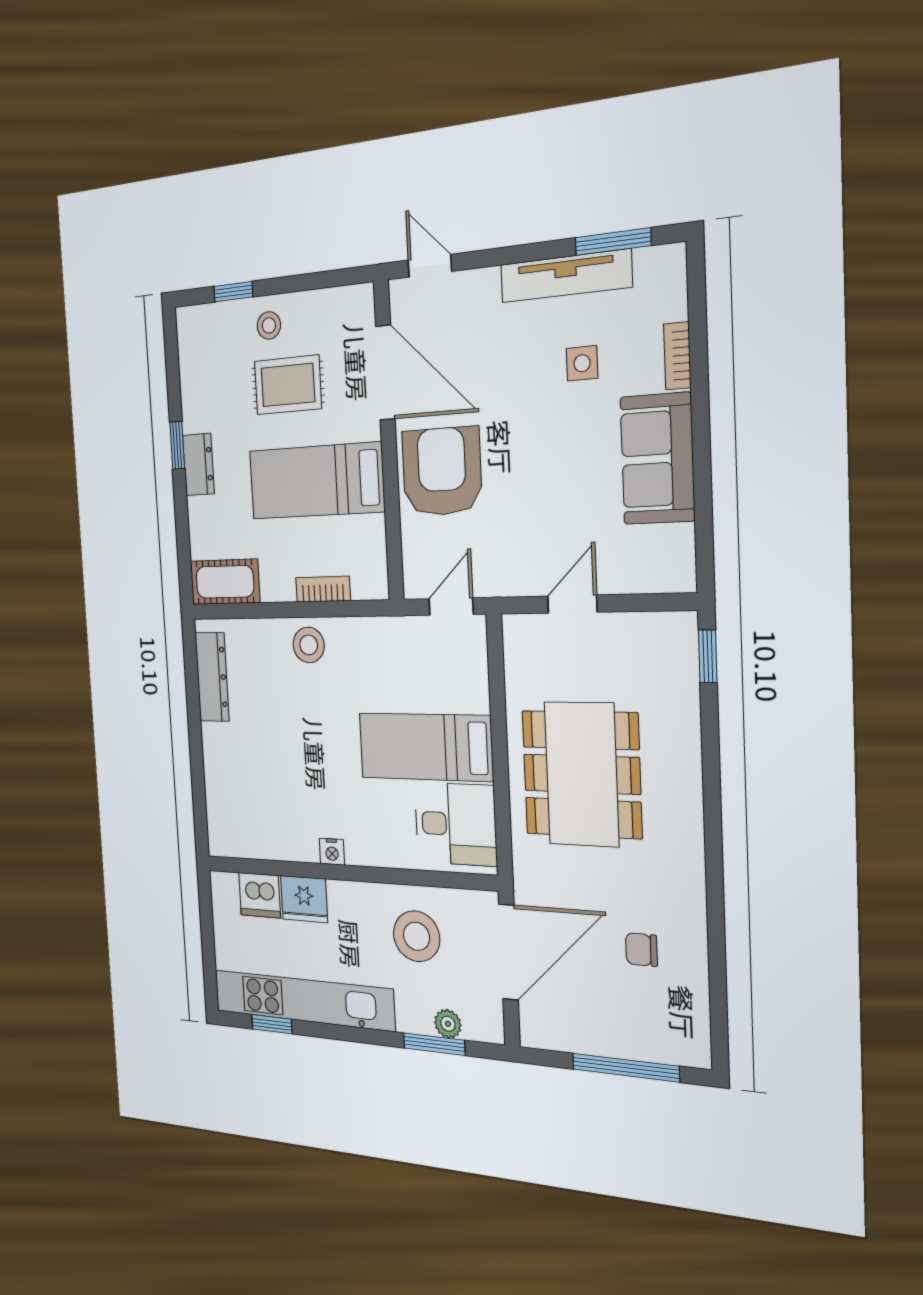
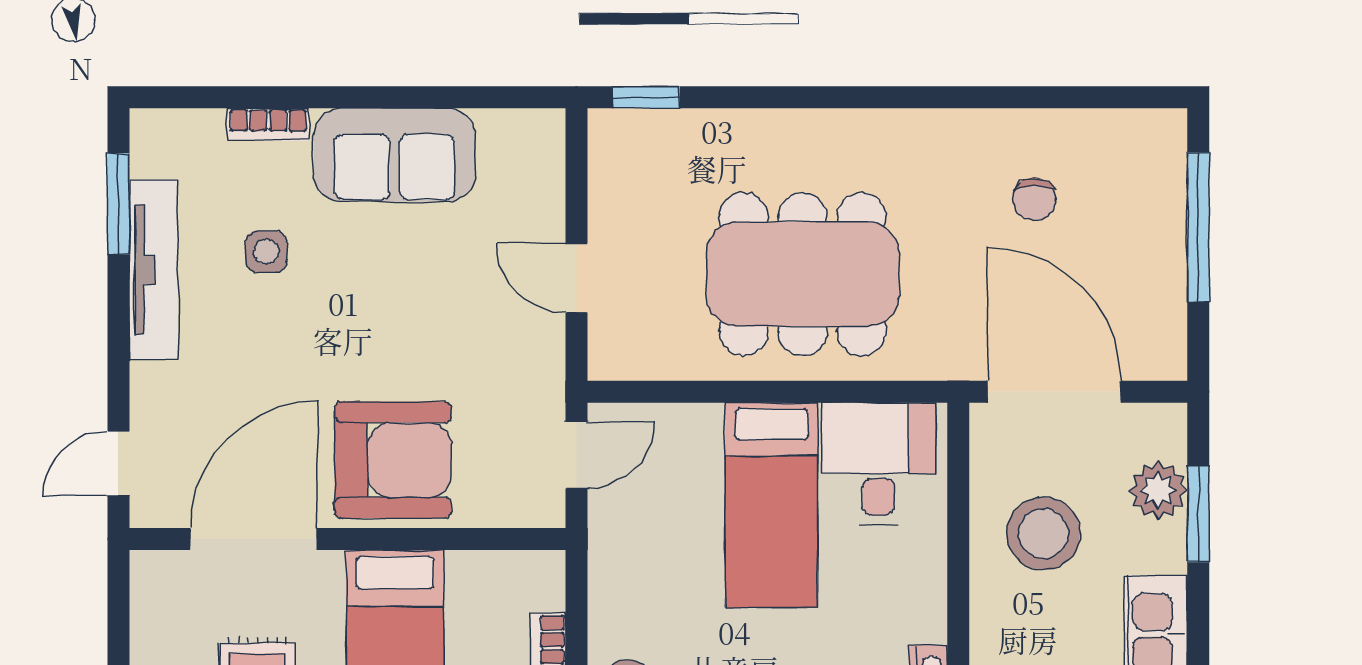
armchair: (442, 472) -> (393, 460), turned 180
door: (451, 607) -> (577, 455), swing flipped
plant: (448, 1024) -> (1158, 490), width x1.38, depth x1.38

